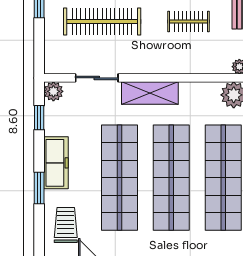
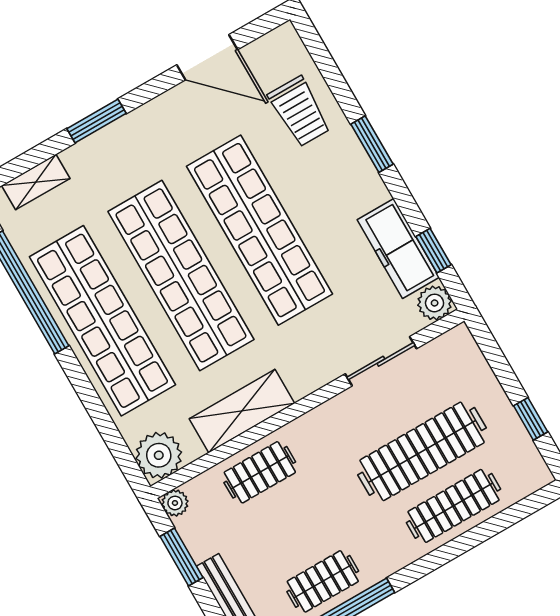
clothes rail: (189, 21) -> (260, 472), moved
shelving: (150, 93) -> (242, 411), moved
freezer: (56, 163) -> (398, 248), moved

